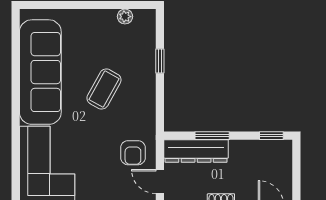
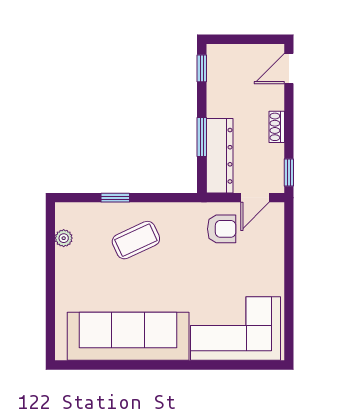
coffee table: (104, 89) -> (136, 240), moved, turned -54

